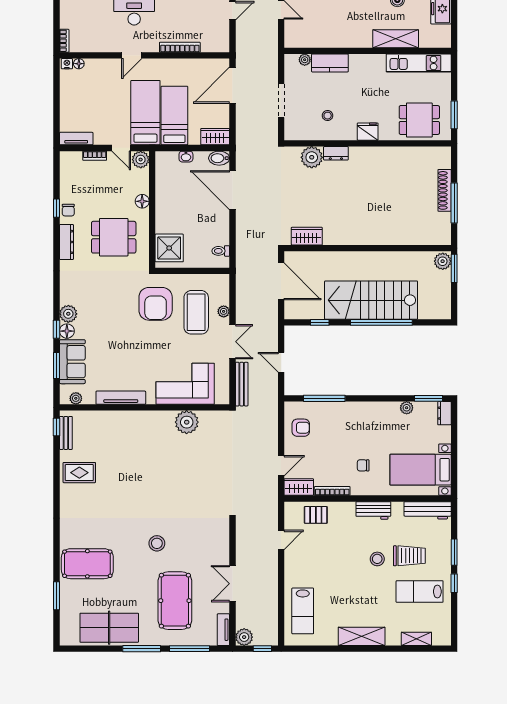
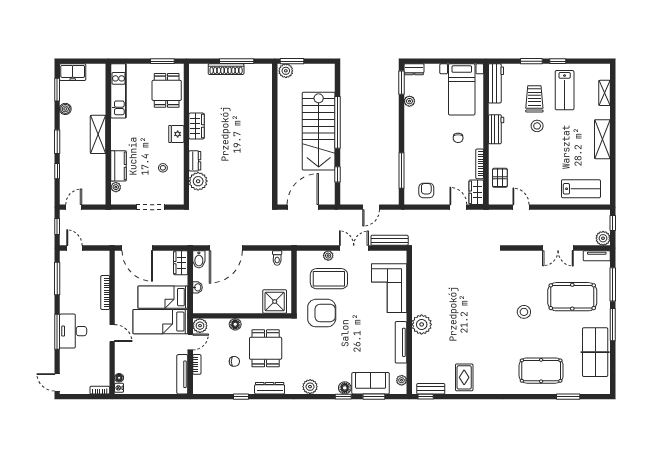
shelving: (396, 39) -> (98, 134), moved
tv unit: (76, 139) -> (182, 374), width x1.41
chair: (68, 210) -> (234, 361), moved
wardrobe: (307, 236) -> (197, 126), moved, turned 180
plant: (68, 314) -> (310, 387), moved
plant: (187, 422) -> (422, 324), moved
pool table: (87, 564) -> (541, 371), turned 90

